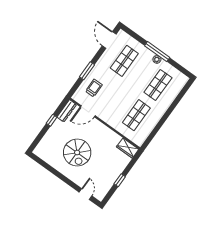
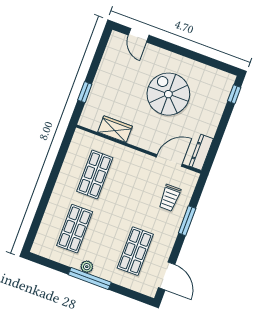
window: (52, 120) -> (234, 94), moved
wardrobe: (128, 148) -> (115, 129), moved
window: (120, 180) -> (85, 92), moved

